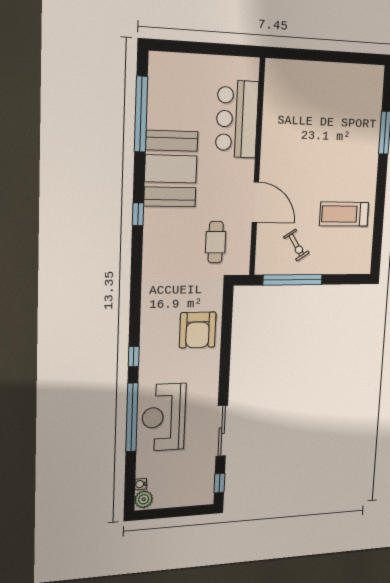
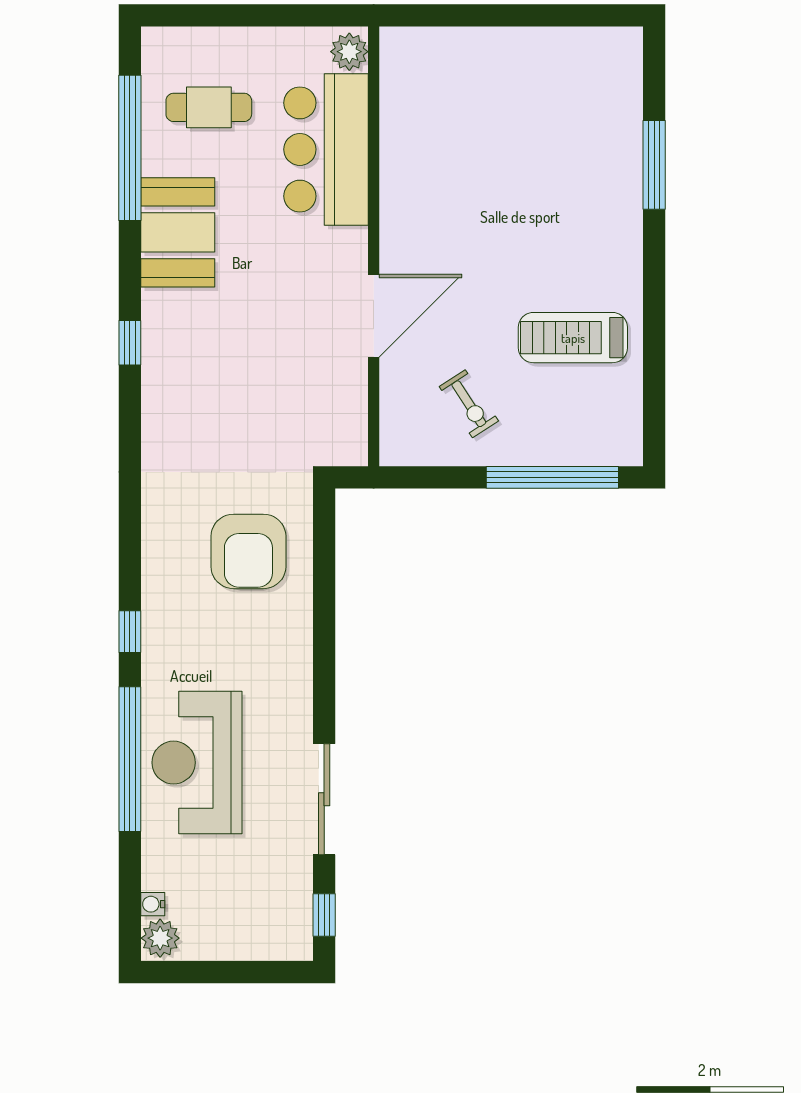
plant: (250, 70) -> (349, 52), added
booth: (171, 169) -> (178, 232), width x0.73, depth x0.70
door: (255, 202) -> (374, 316), hinge flipped
cafe table: (216, 242) -> (209, 107), moved, turned 90
window: (293, 280) -> (552, 477), moved
armchair: (198, 330) -> (248, 551), moved

